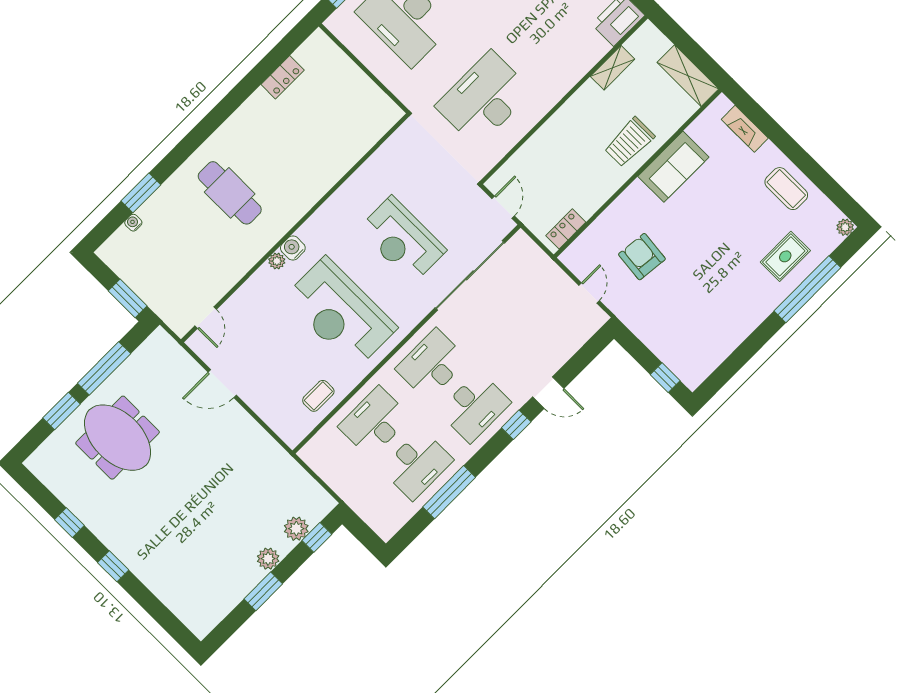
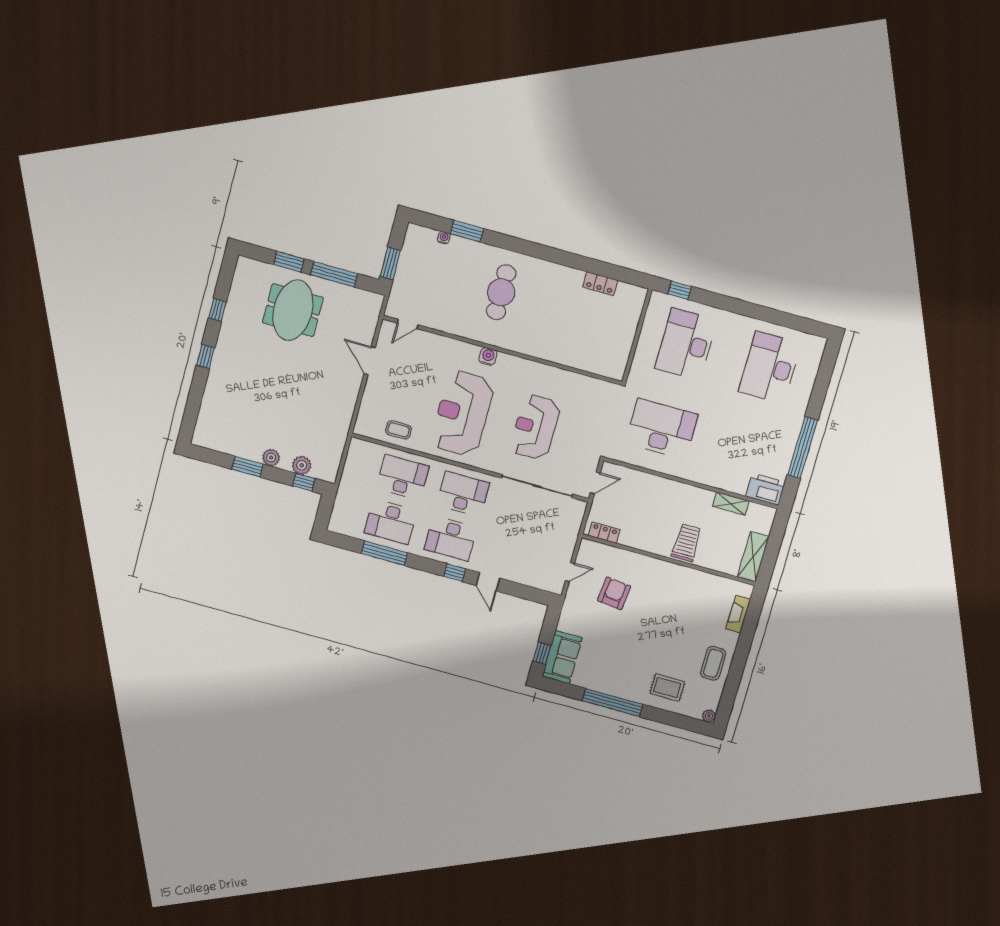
trolley: (629, 142) -> (686, 543), turned 90
sofa: (673, 167) -> (562, 657), moved, turned -90
plant: (277, 261) -> (473, 351), removed
window: (807, 289) -> (613, 703), moved

